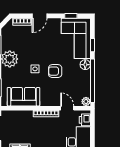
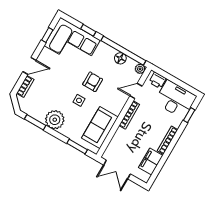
door: (39, 16) -> (29, 66), hinge flipped
floor lamp: (85, 65) -> (120, 58), moved
armchair: (55, 71) -> (93, 82), turned 180

